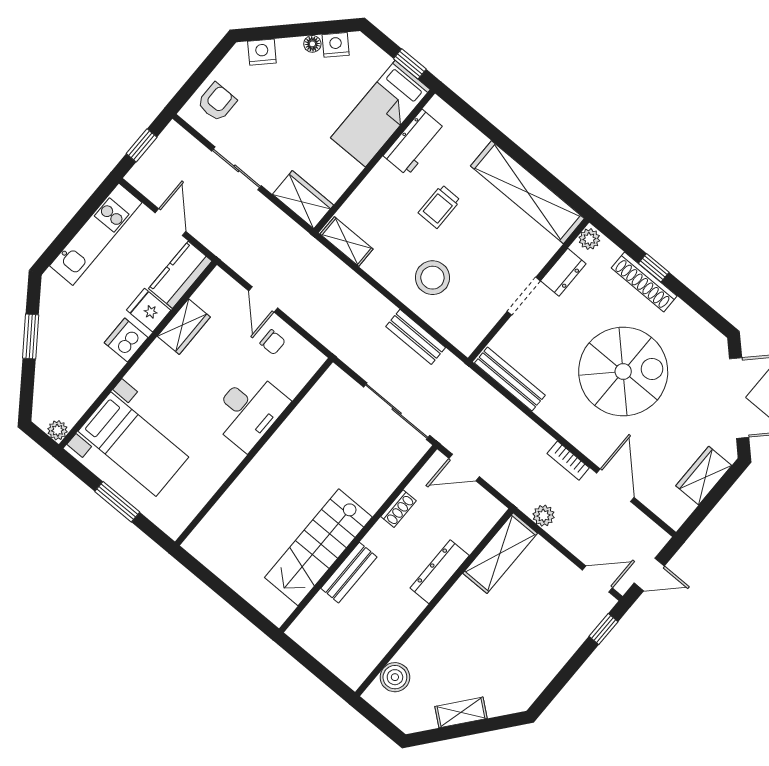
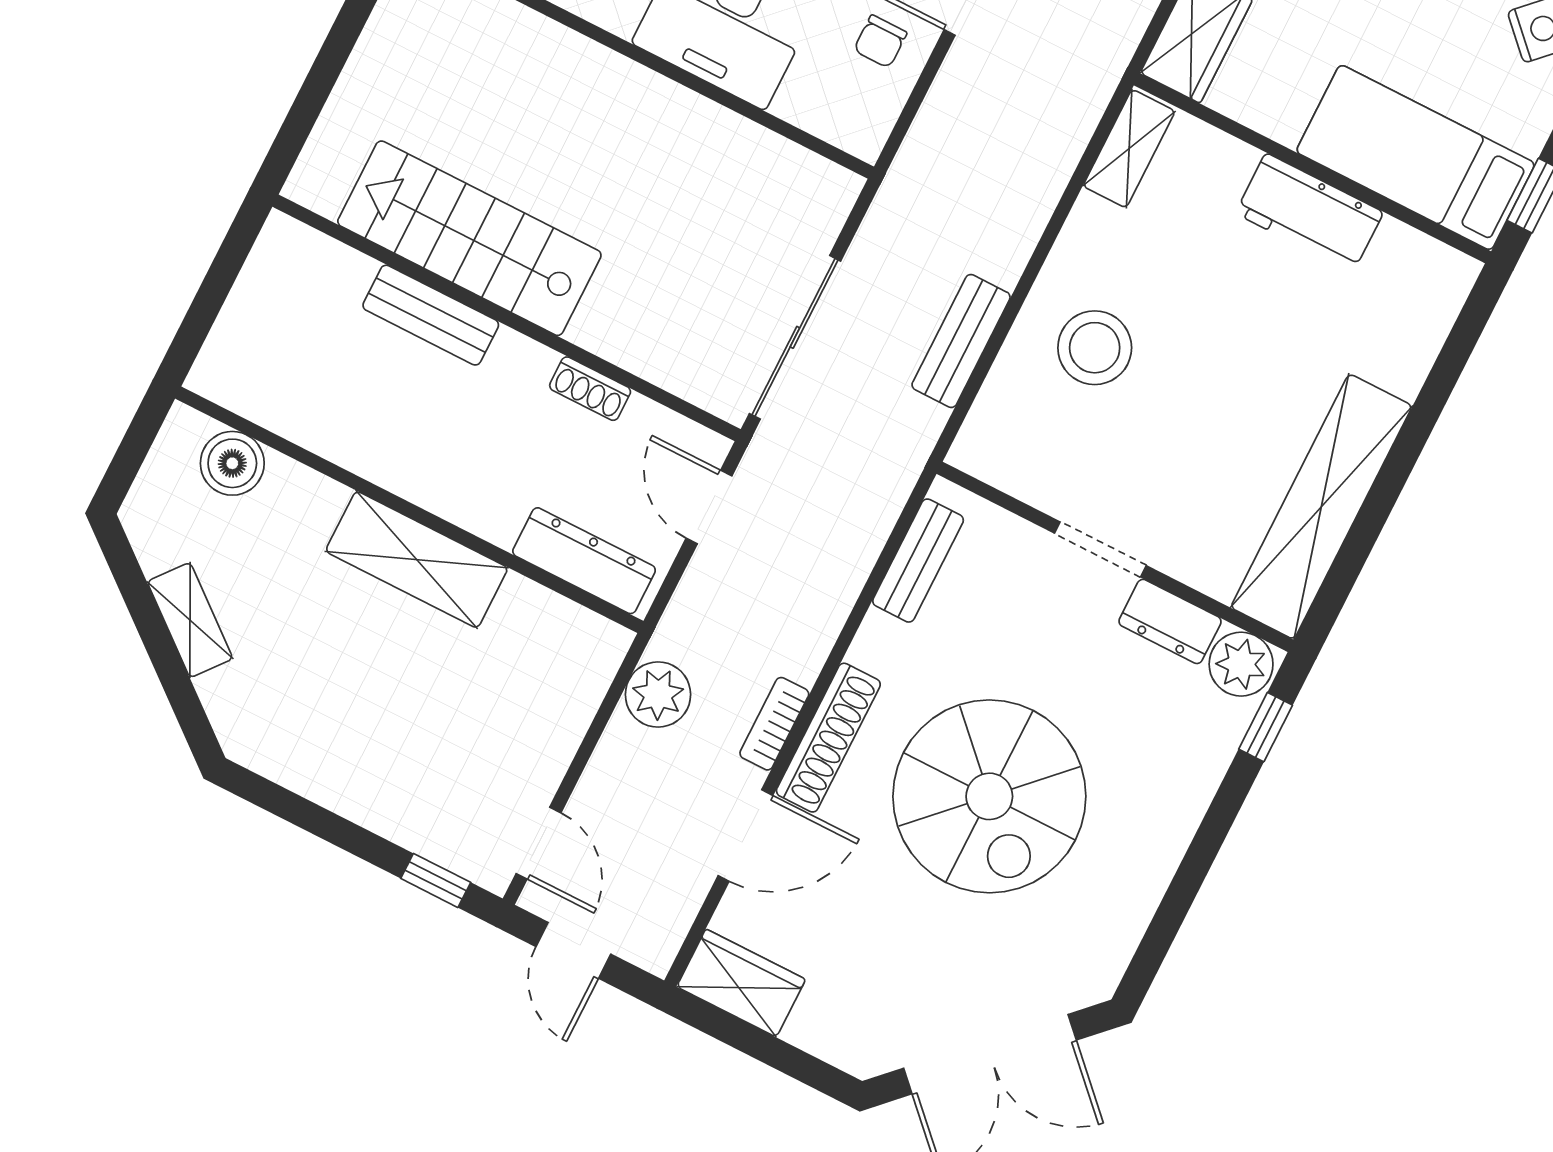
workbench: (415, 143) -> (1309, 213), moved
trolley: (439, 207) -> (1248, 328), removed
plant: (589, 239) -> (1241, 664), width x1.38, depth x1.38
window: (654, 268) -> (1266, 727), moved
shoe rack: (644, 282) -> (828, 738), moved, turned 180
bench: (510, 379) -> (918, 561), width x0.73
wardrobe: (704, 476) -> (741, 983), moved
plant: (544, 516) -> (658, 695), width x1.38, depth x1.38
shelving: (500, 553) -> (417, 560), moved
dresser: (440, 572) -> (584, 561), moved

